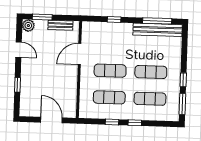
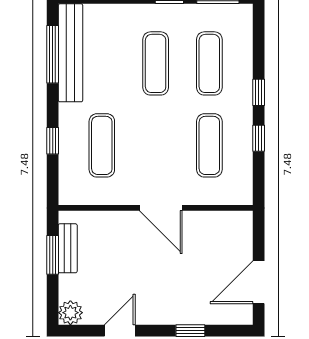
window: (42, 17) -> (53, 255), moved
door: (80, 54) -> (161, 208), moved
exercise mat: (110, 71) -> (102, 145), moved
door: (51, 120) -> (259, 282), moved

